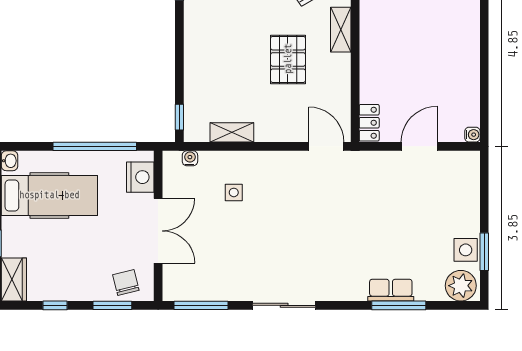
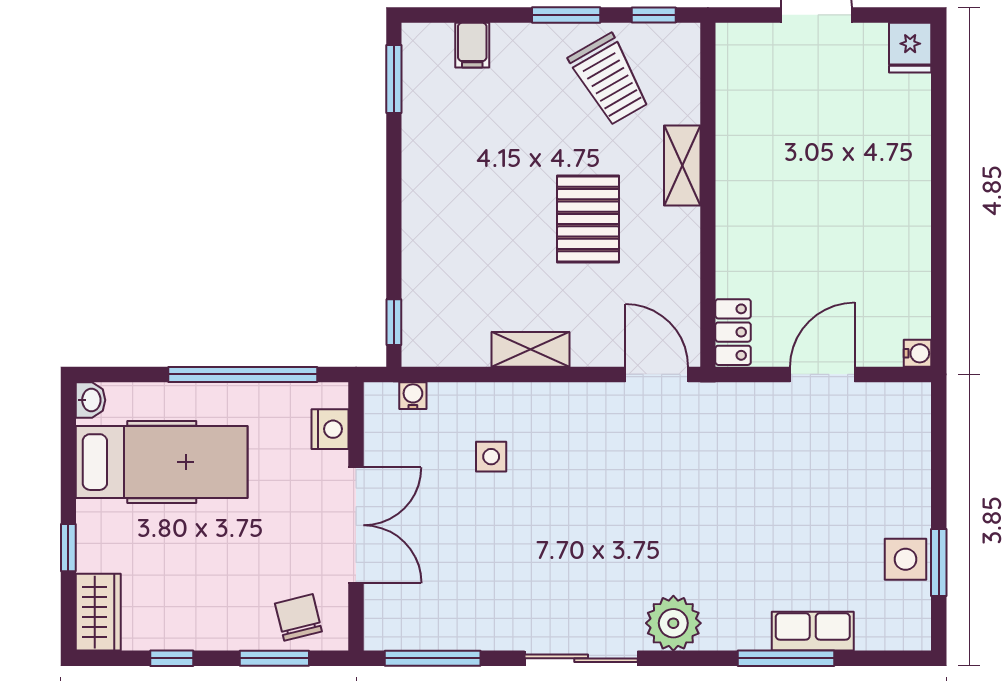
shelving: (232, 132) -> (531, 349), moved
nightstand: (140, 177) -> (330, 429), width x0.74, depth x0.75
plant: (461, 286) -> (673, 623), moved
row of seats: (391, 290) -> (813, 631), moved

